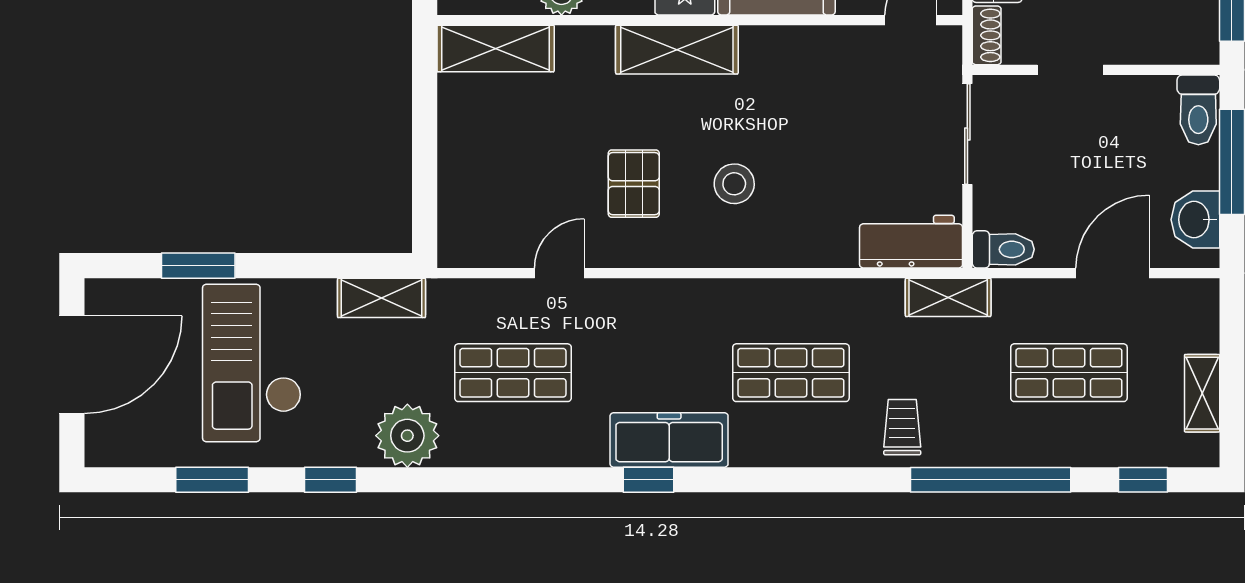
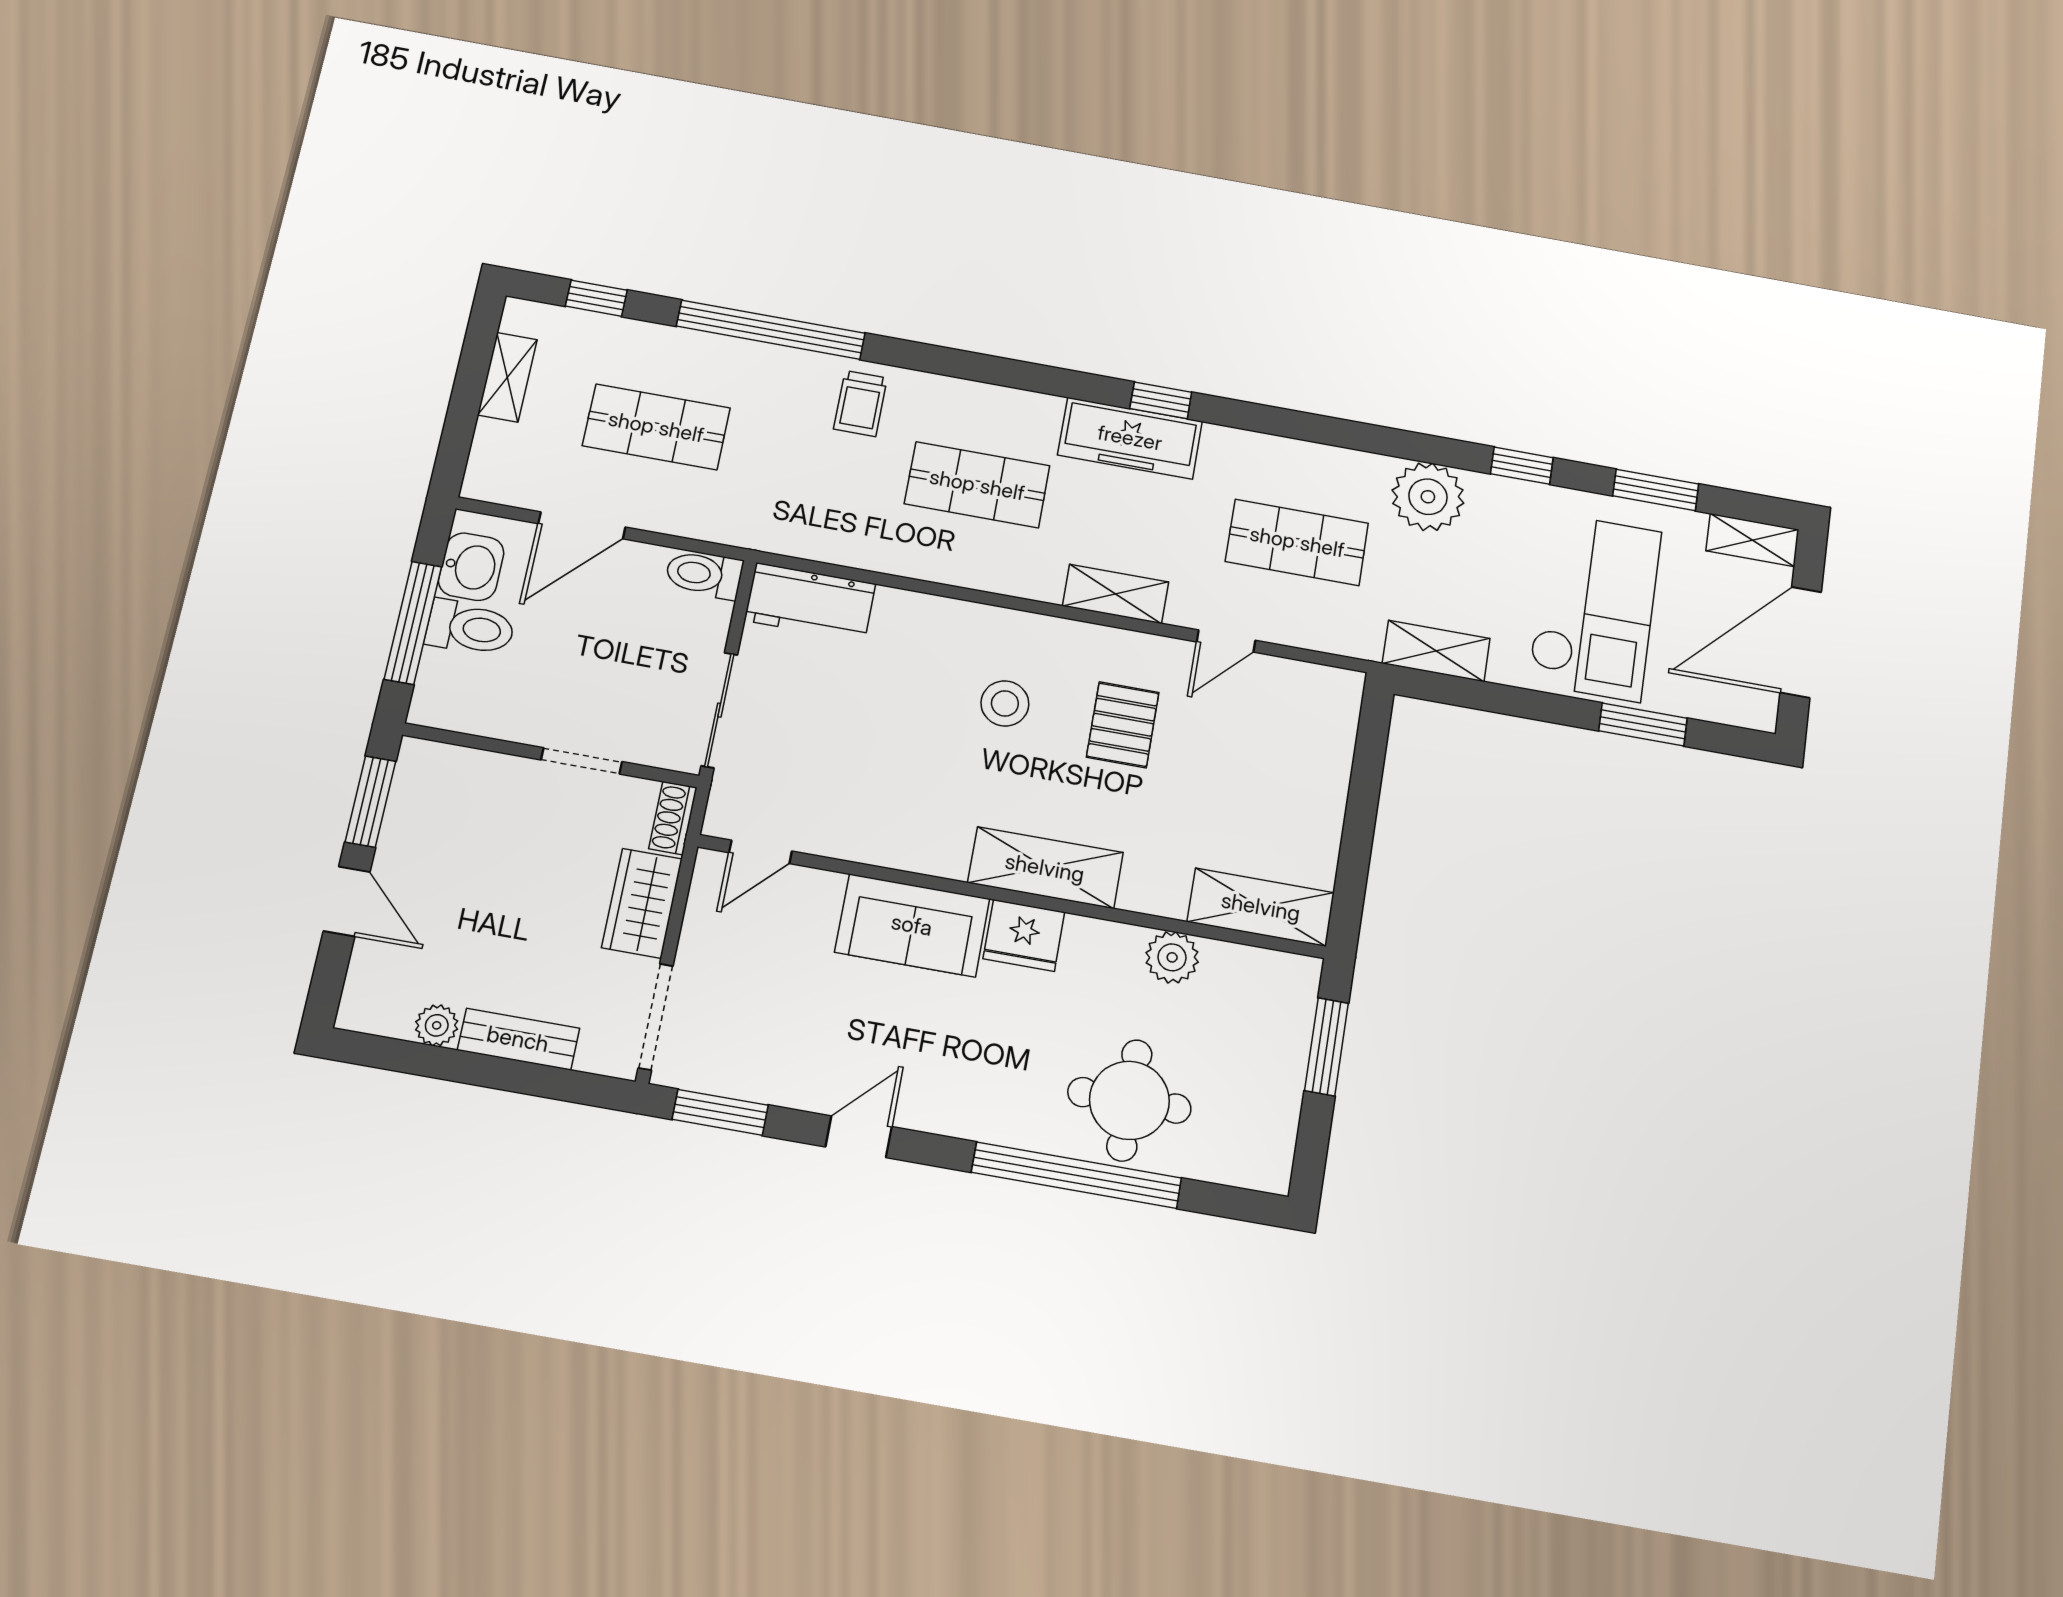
toilet: (1198, 110) -> (470, 628), moved, turned 90
shelving: (948, 297) -> (1116, 594), moved
shelving: (123, 450) -> (1752, 540), added

